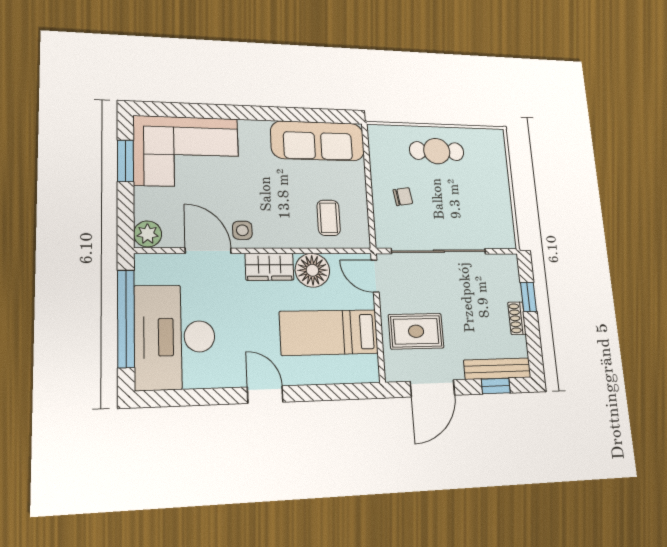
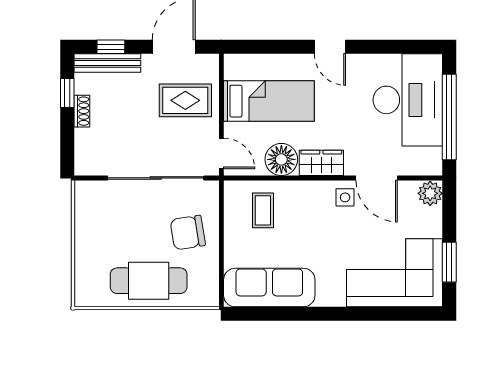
cafe table: (437, 151) -> (149, 281), width x1.37, depth x1.35
chair: (403, 197) -> (188, 233), width x1.87, depth x1.87
window: (528, 297) -> (67, 93), moved

